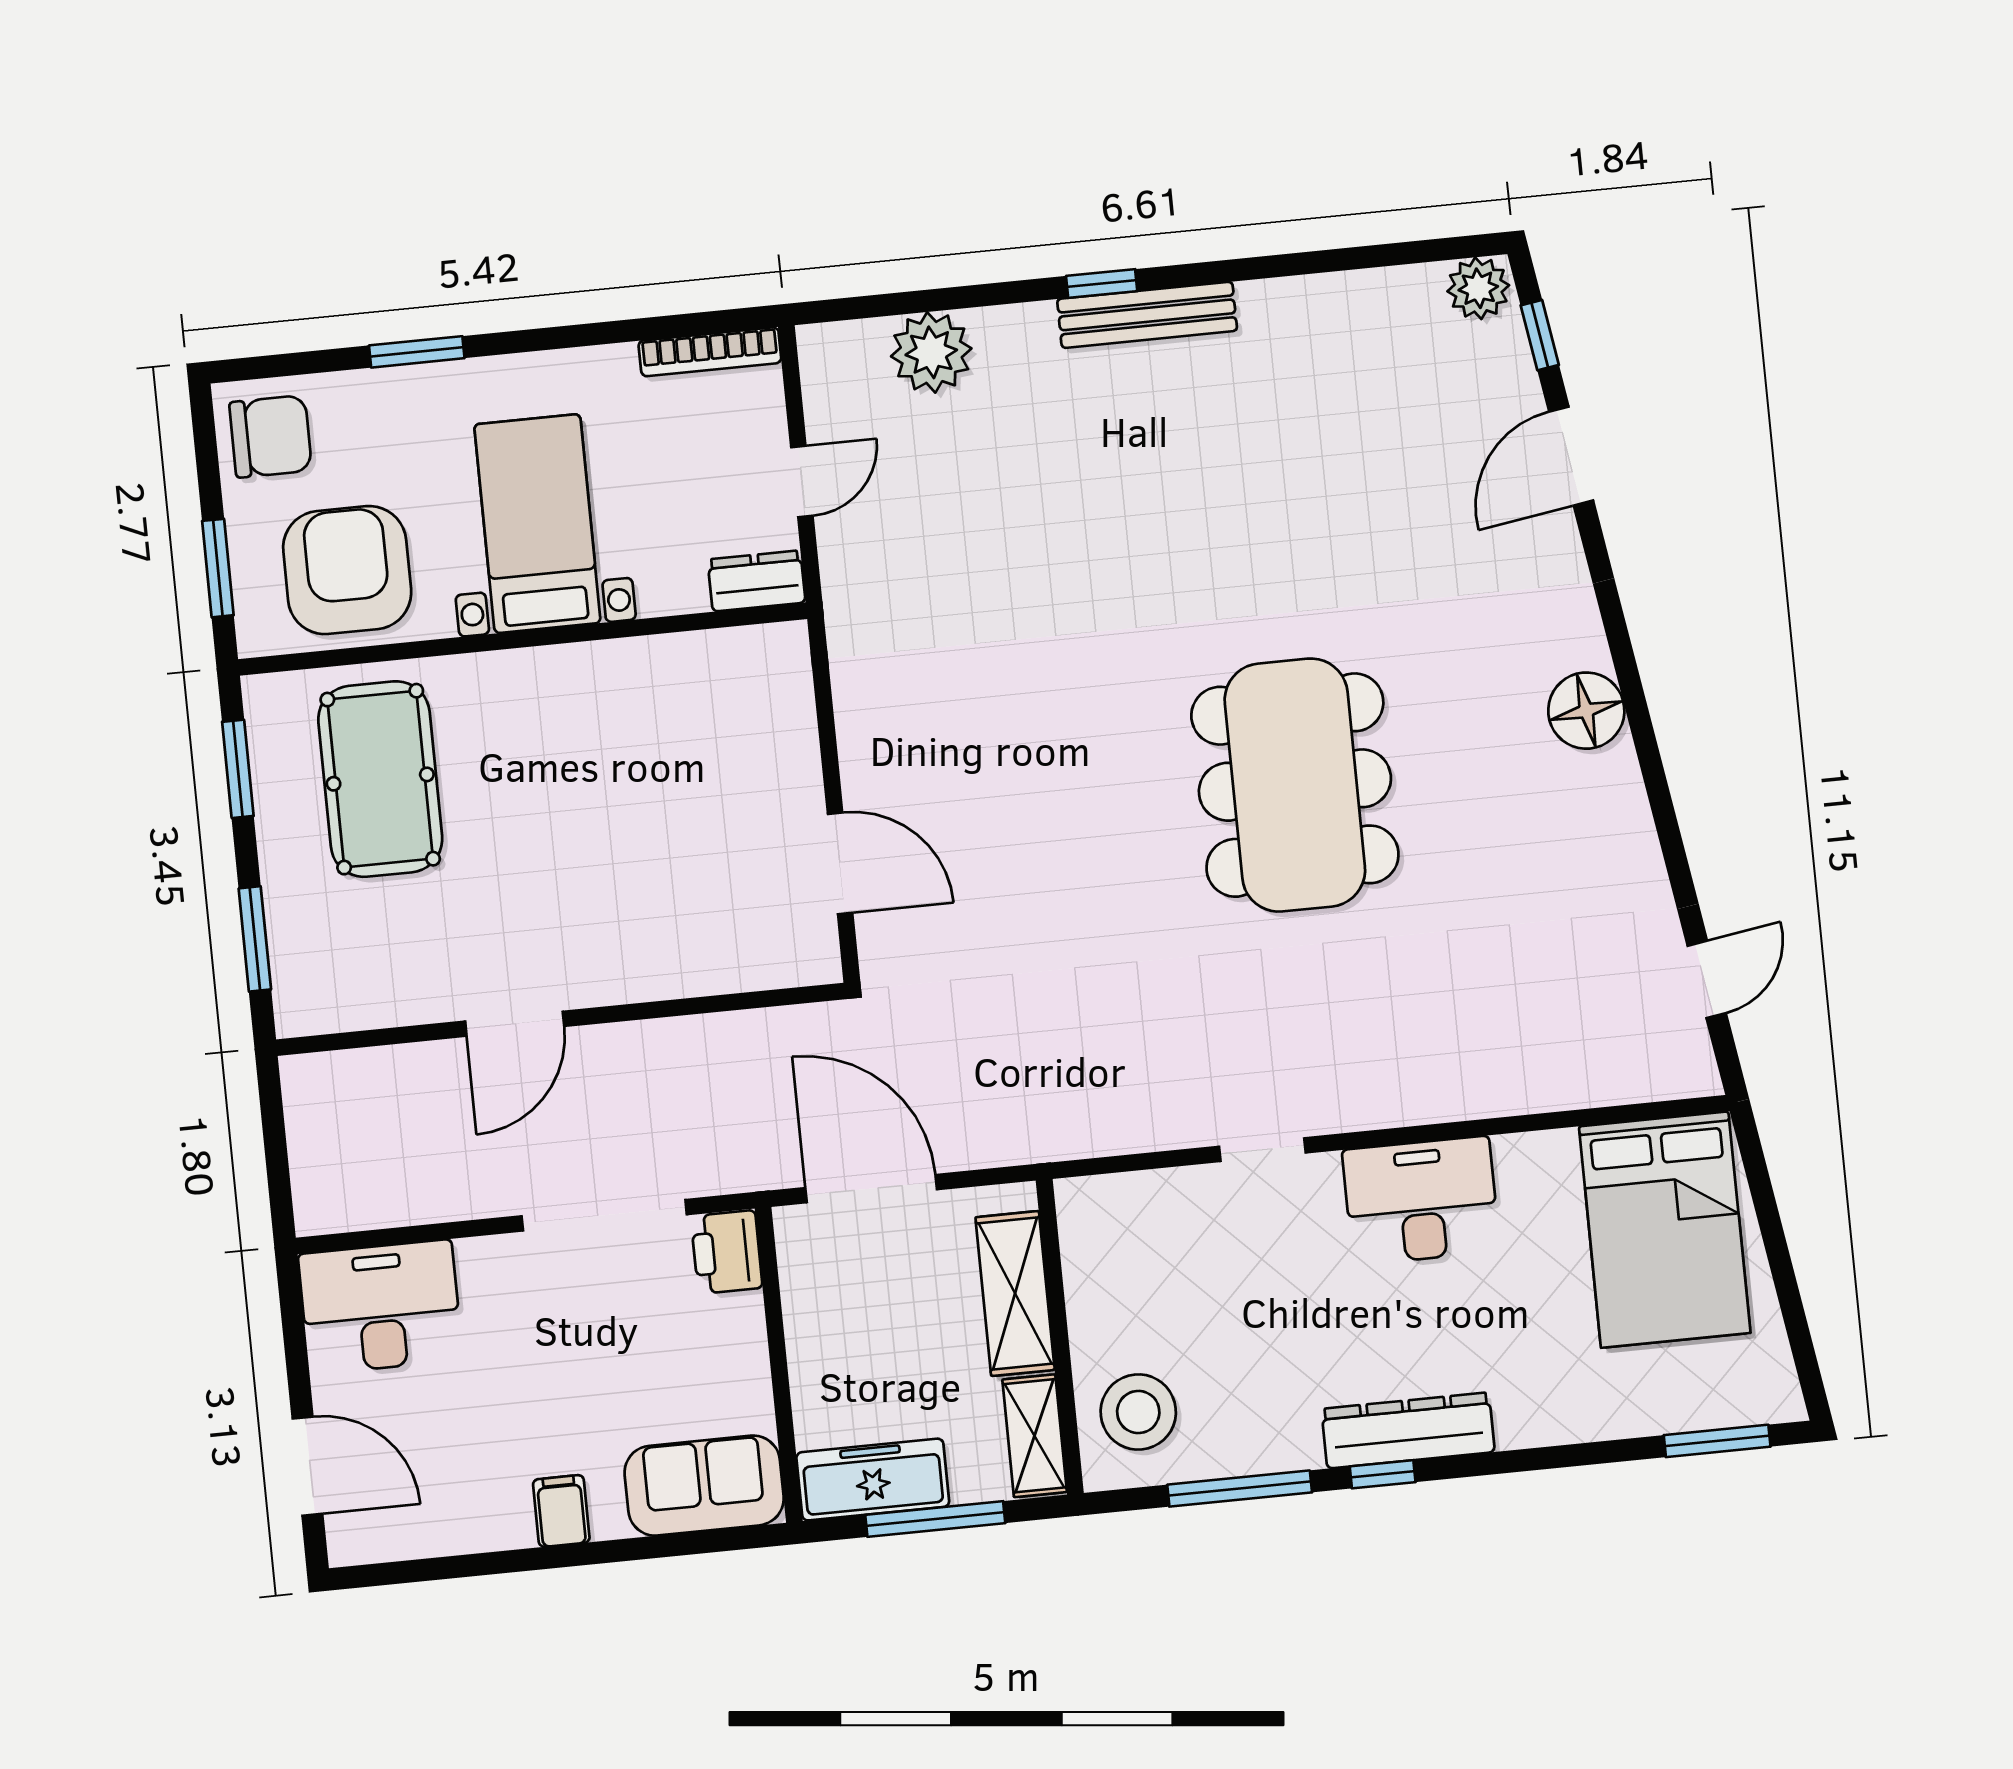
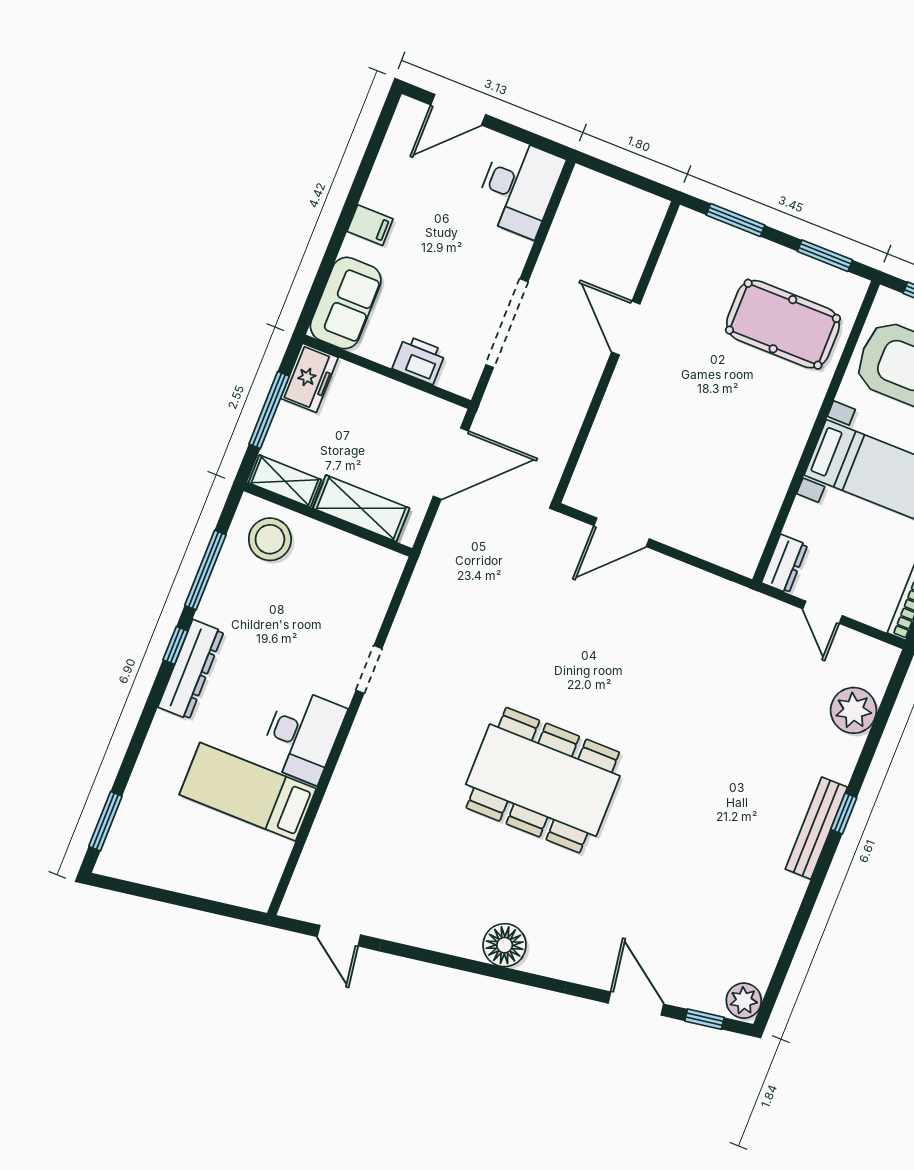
bed: (1665, 1230) -> (248, 792), moved, width x0.67
printer: (727, 1252) -> (419, 360), moved
freezer: (873, 1480) -> (309, 378), width x0.71

